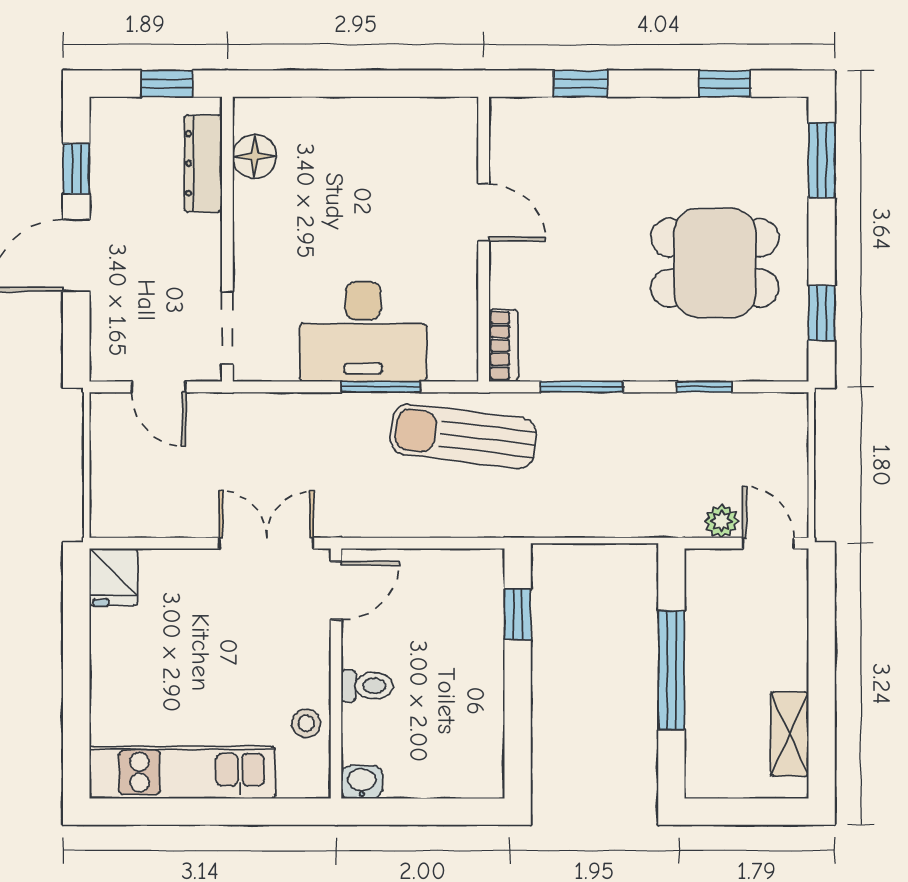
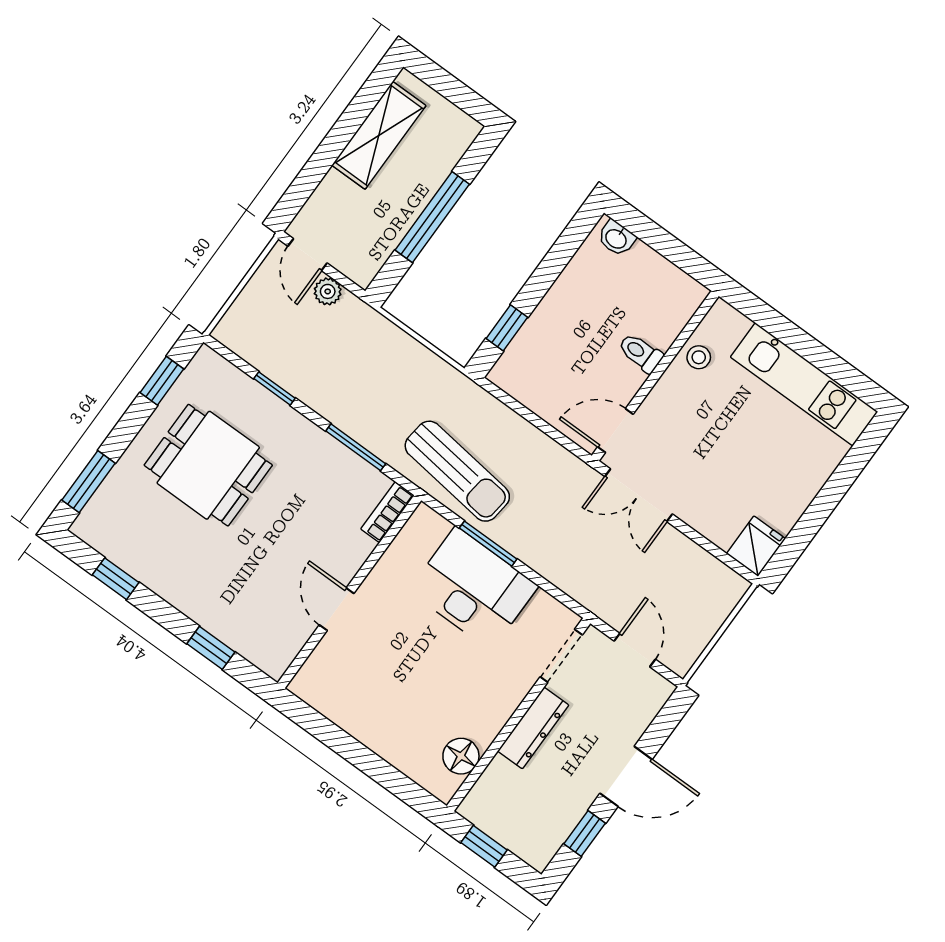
dresser: (203, 163) -> (533, 728), moved
shelving: (790, 734) -> (379, 135), width x1.50, depth x1.33
washbasin: (362, 782) -> (616, 238), moved

